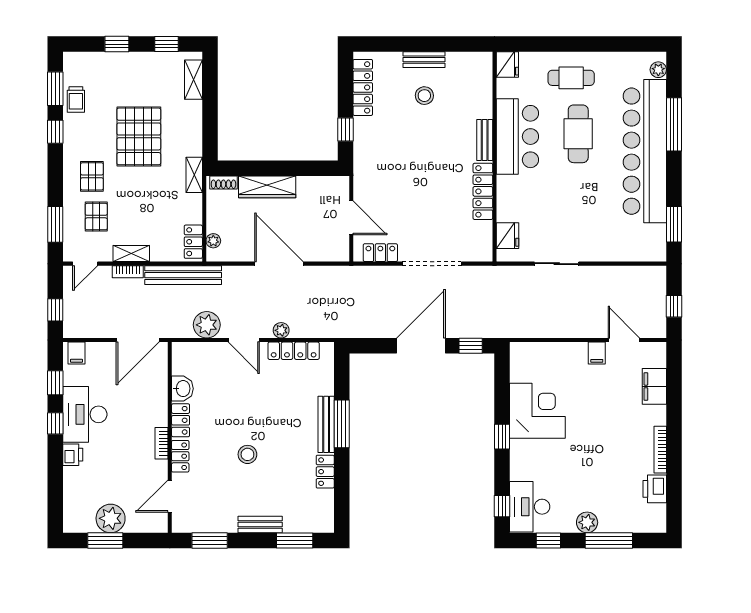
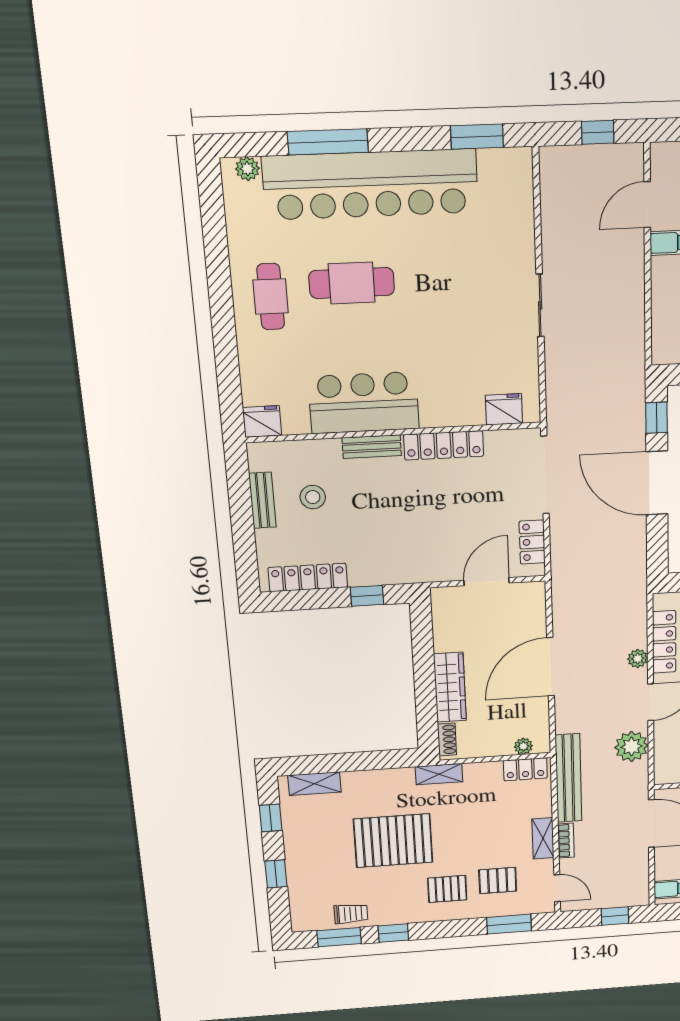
fridge: (507, 64) -> (262, 421), moved
bar counter: (517, 137) -> (364, 403), moved
bench: (485, 140) -> (372, 447), moved
wall: (494, 157) -> (394, 432), moved
locker: (483, 191) -> (444, 445), moved
fridge: (507, 236) -> (504, 409), moved

